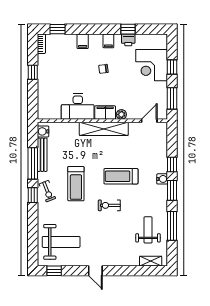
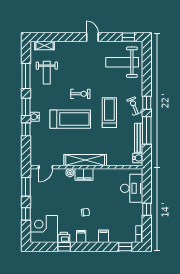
corner desk: (152, 65) -> (44, 229), moved, turned -90
desk: (78, 107) -> (132, 188), moved, turned 90
treadmill: (121, 176) -> (70, 119), width x1.37, depth x1.38

